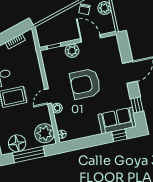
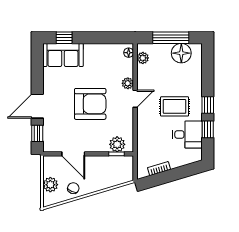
plant: (72, 51) -> (117, 144), moved
window: (137, 105) -> (37, 133), moved
plant: (45, 133) -> (143, 58), width x0.53, depth x0.53

